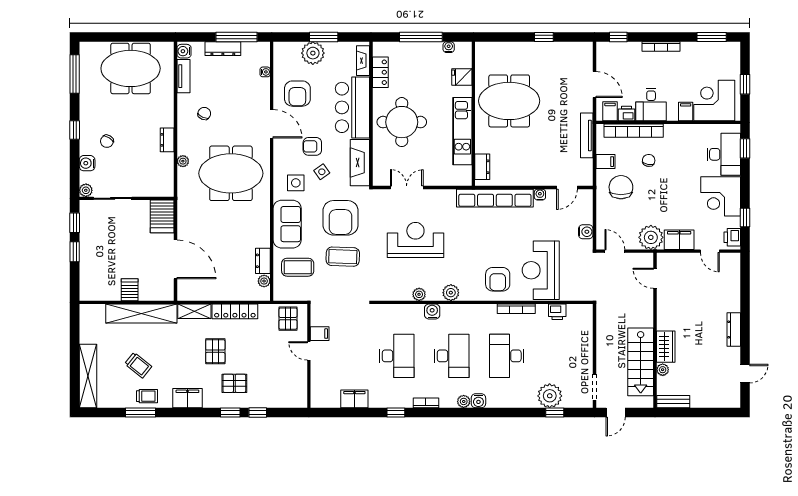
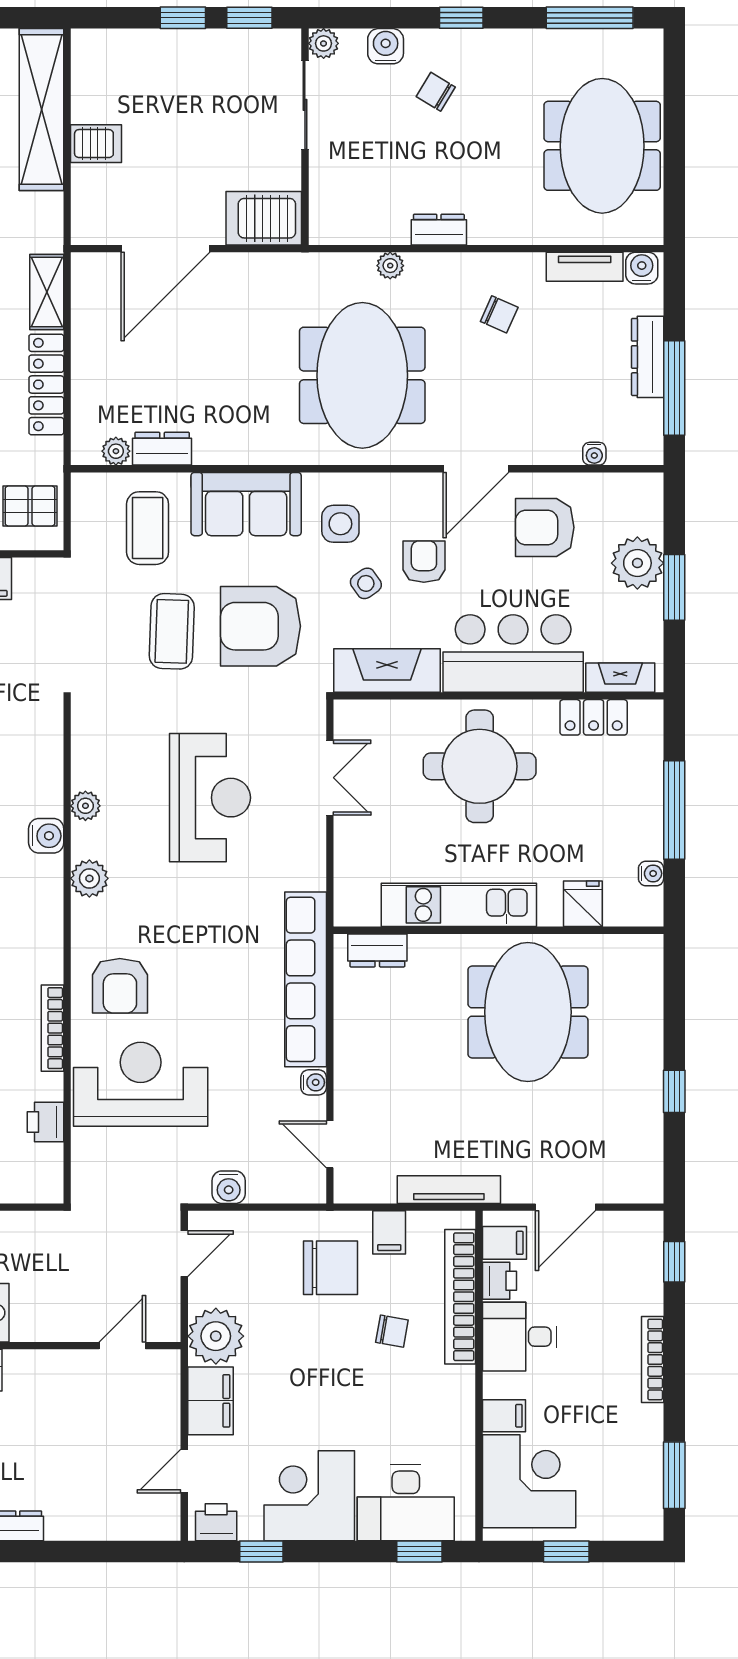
armchair: (498, 279) -> (120, 986), turned -90
shelving: (141, 314) -> (41, 110), moved

